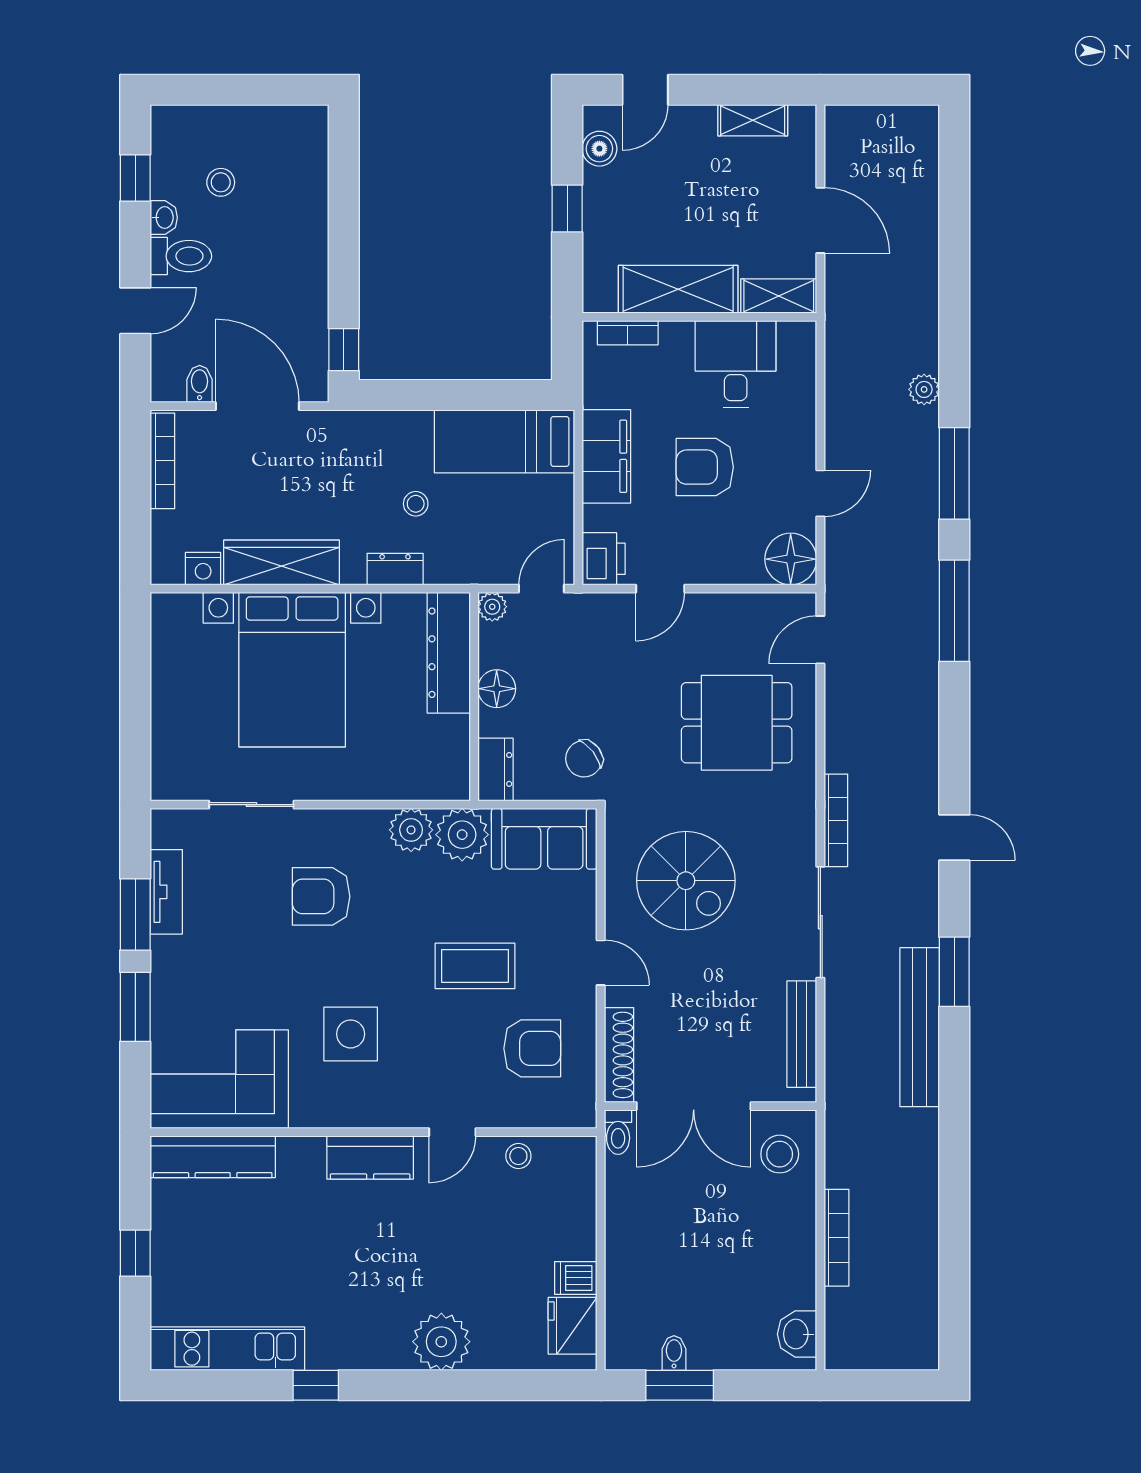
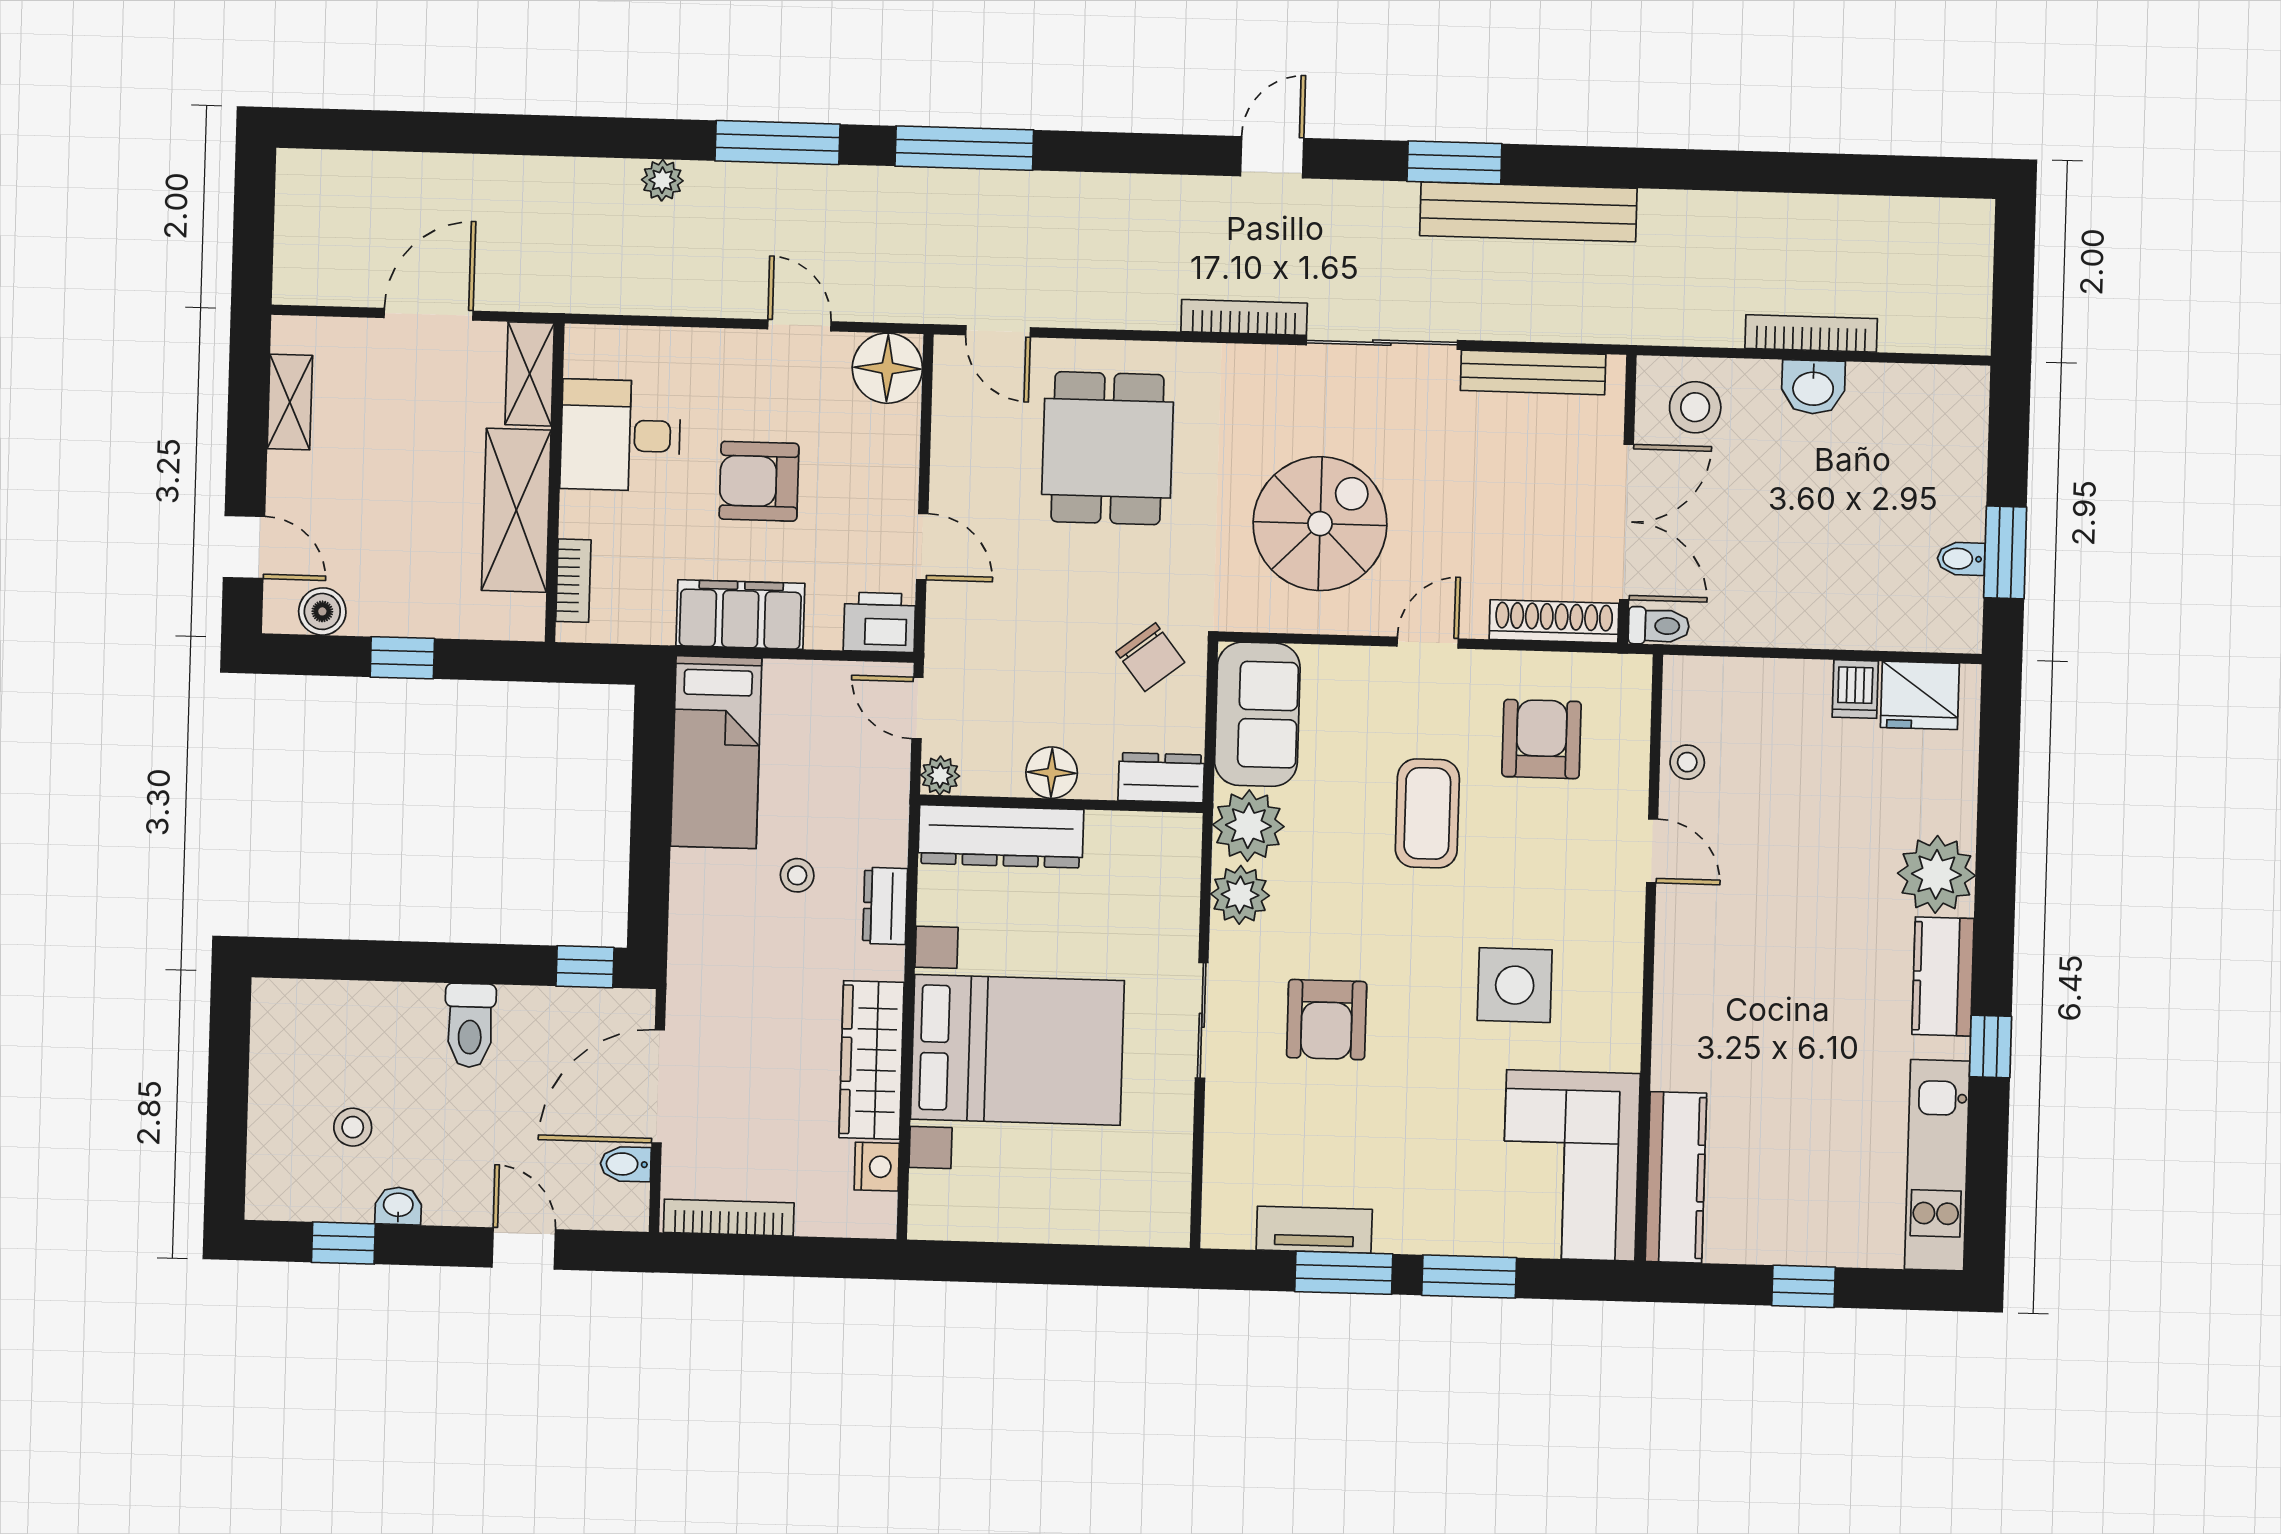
toilet: (181, 256) -> (470, 1025), moved, turned 180
armchair: (705, 467) -> (759, 481), turned 90
sliding door: (251, 805) -> (1202, 1020), moved
kitchen counter: (370, 1158) -> (1943, 976), moved, turned 180
washbasin: (797, 1334) -> (1813, 387), moved

